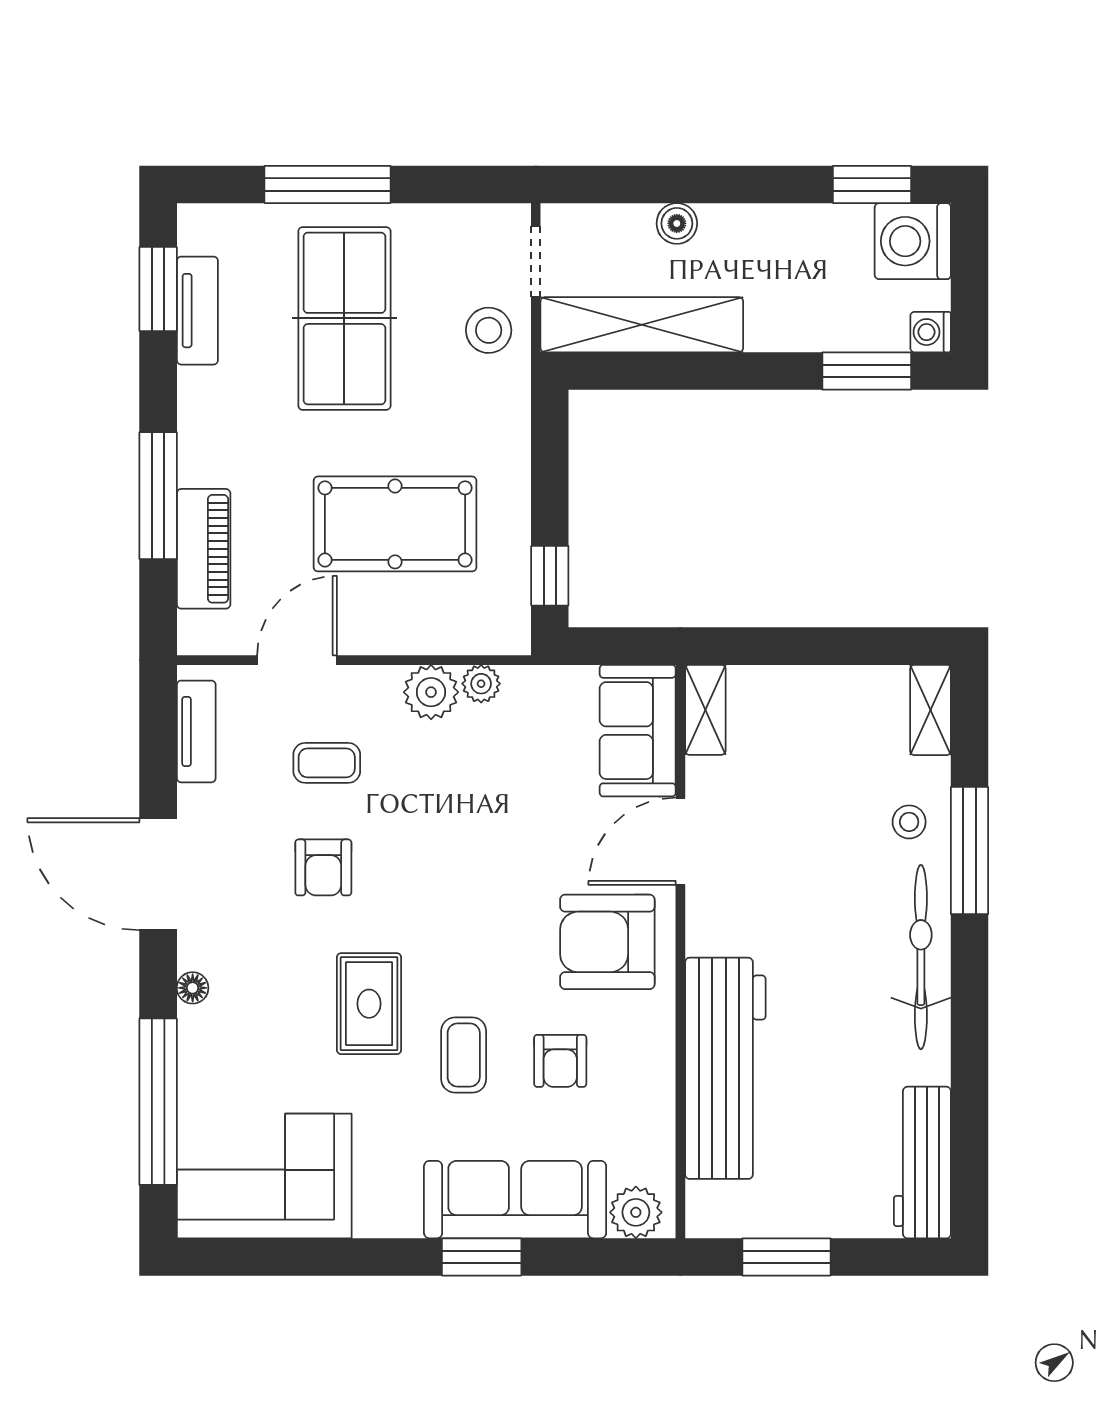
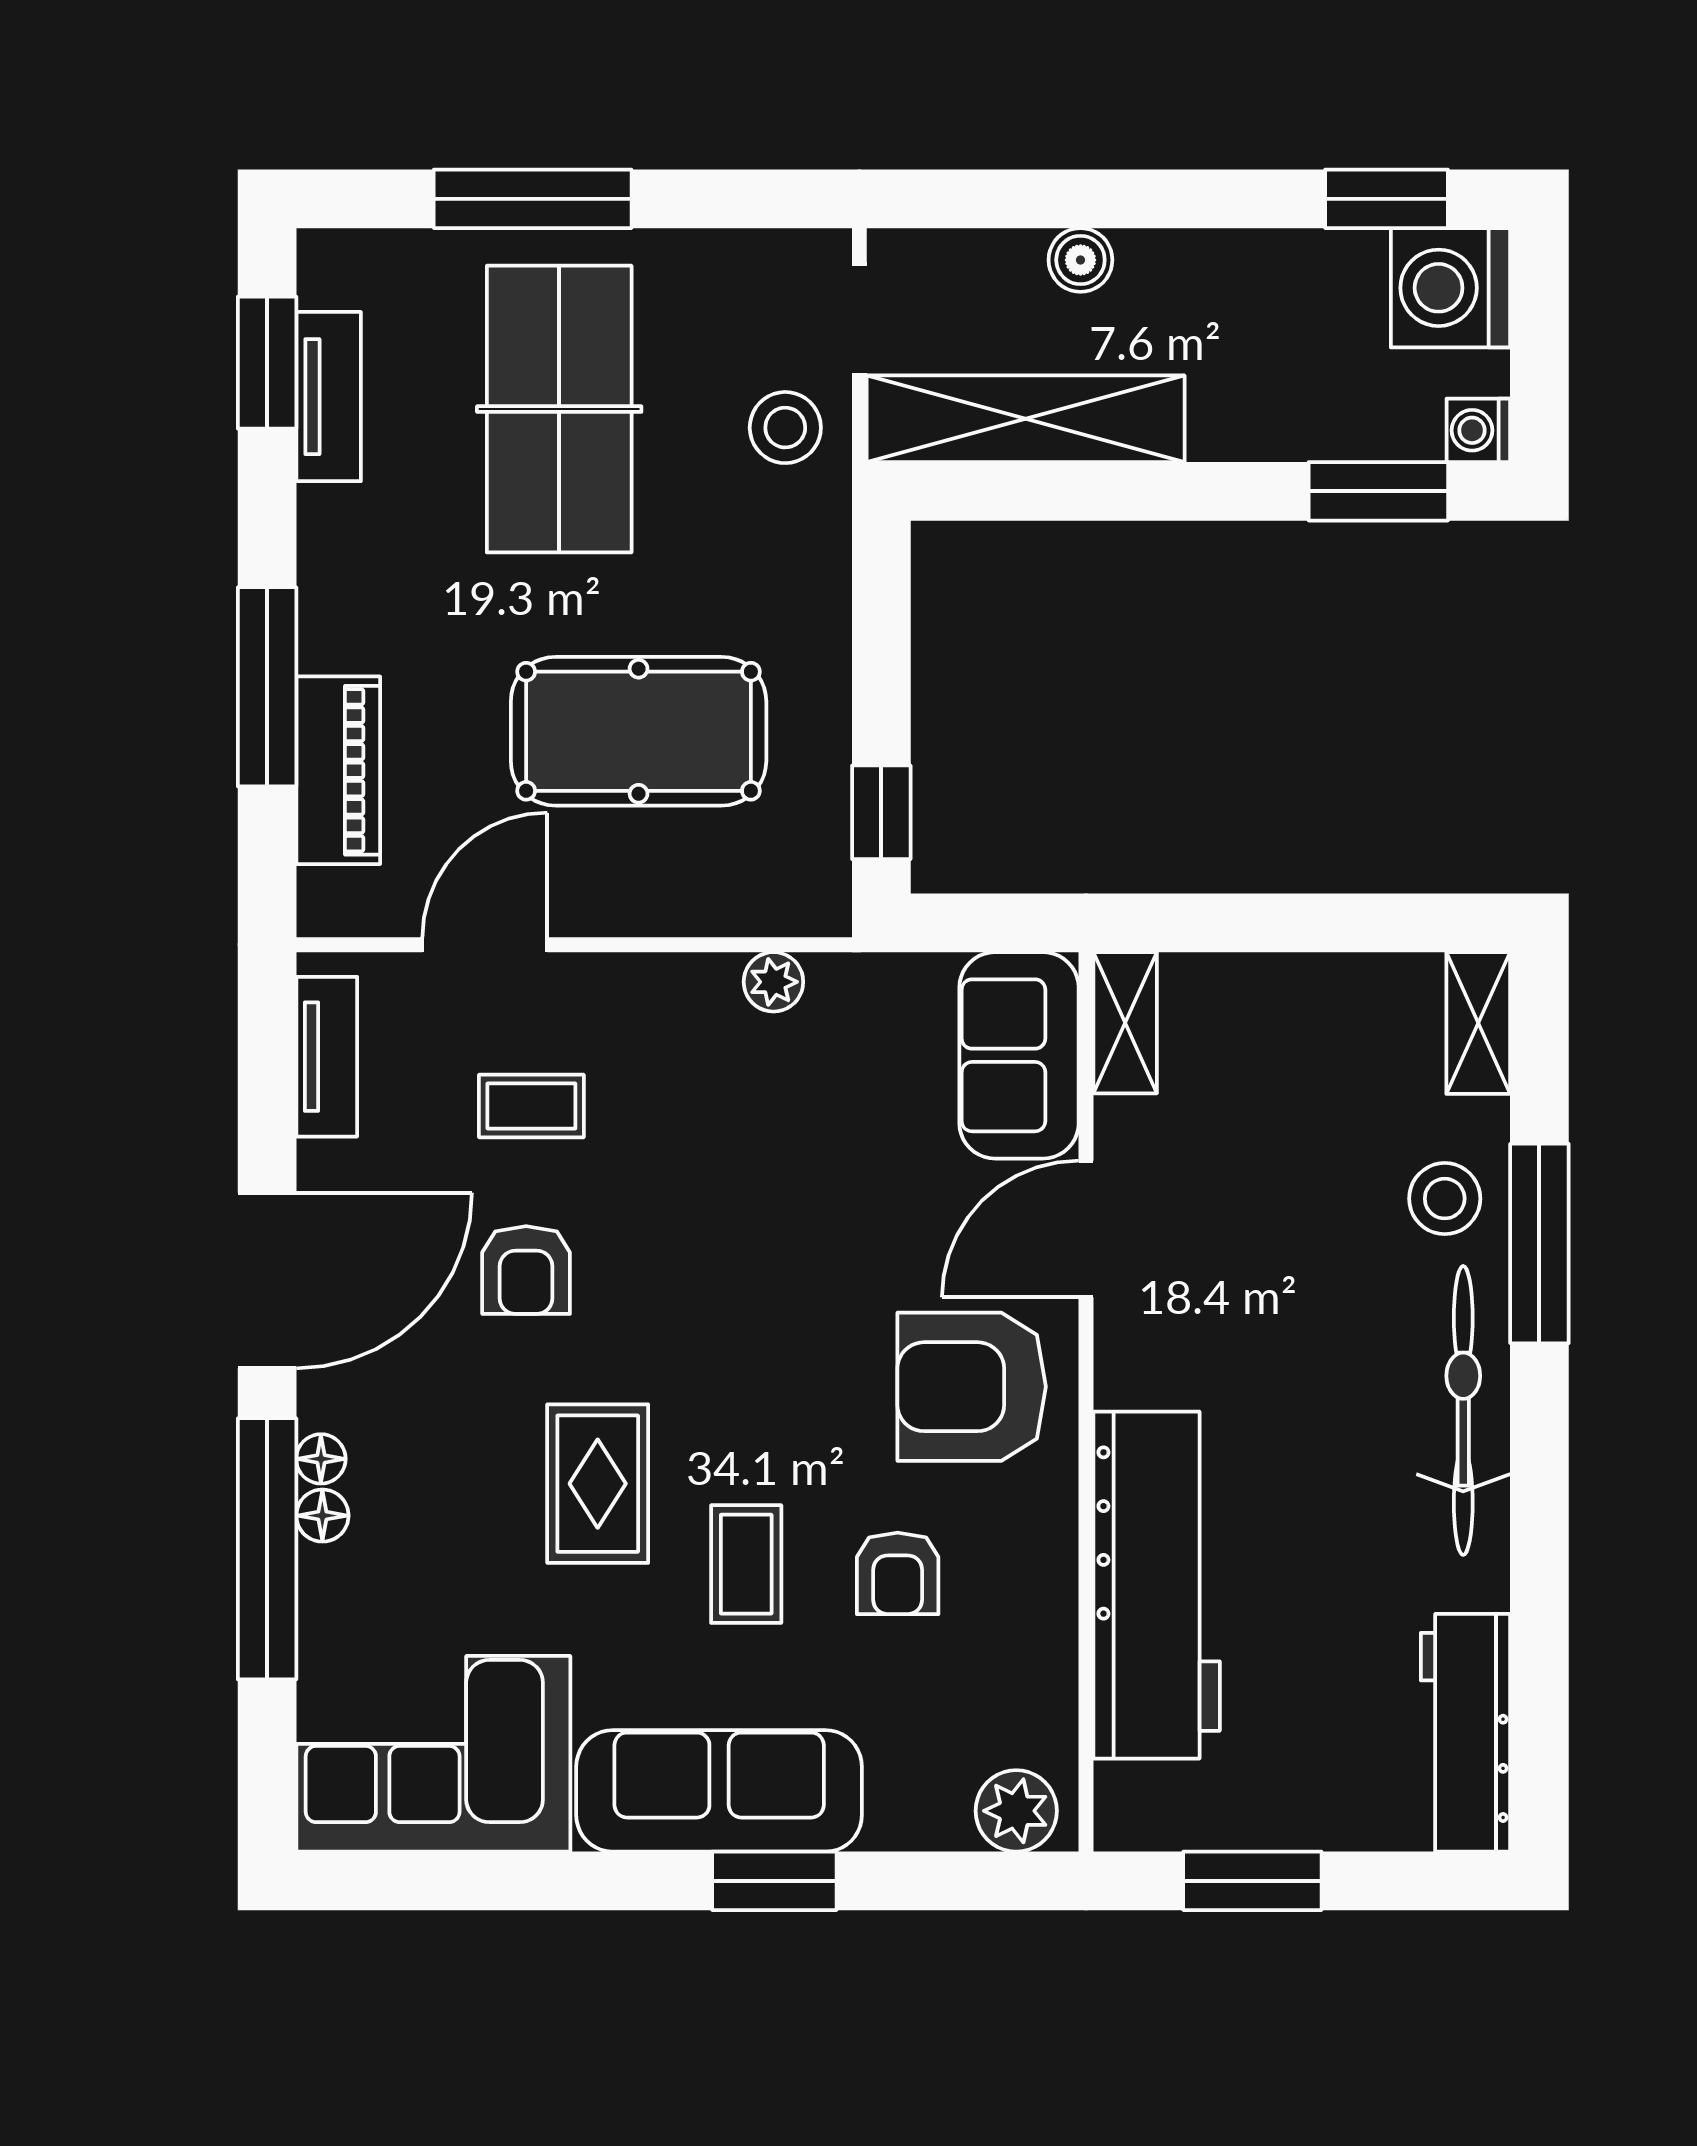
plant: (431, 692) -> (695, 995), removed
stool: (909, 822) -> (1445, 1199), width x1.37, depth x1.37
door: (158, 874) -> (267, 1280), swing flipped
floor lamp: (193, 1024) -> (322, 1516), added
window: (158, 1102) -> (267, 1549), moved
sofa: (515, 1200) -> (719, 1791), moved

